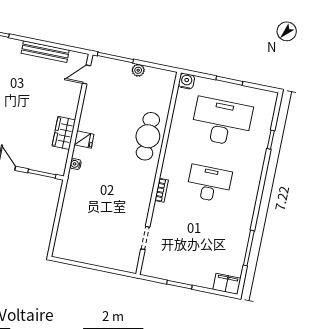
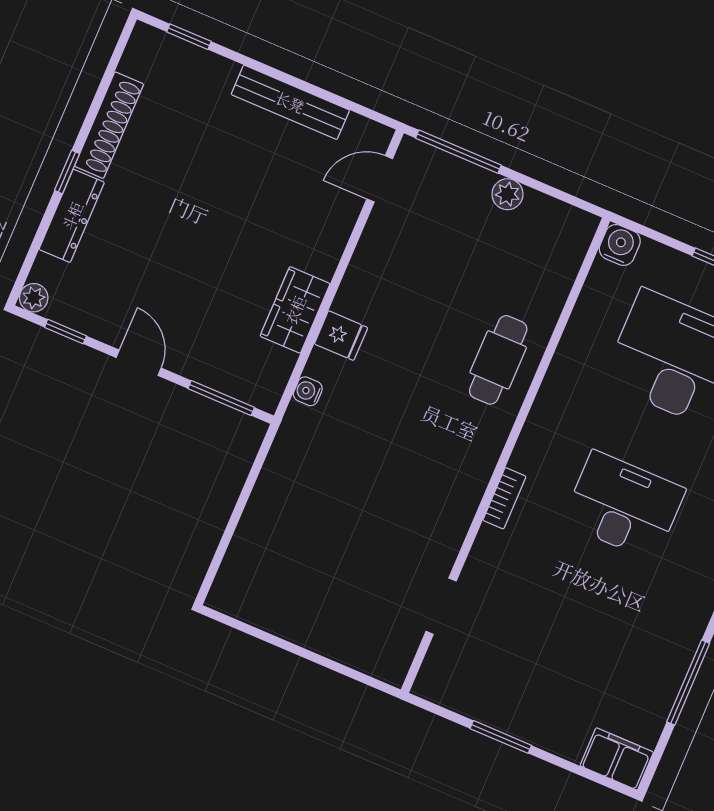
cafe table: (148, 136) -> (498, 360), width x0.73, depth x0.74

